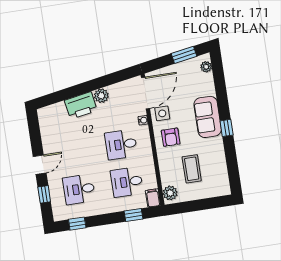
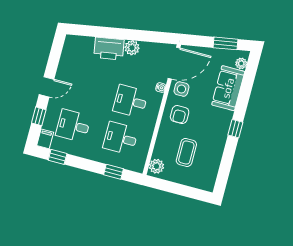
sofa: (208, 117) -> (228, 88), moved
filing cabinet: (153, 198) -> (45, 139), moved

